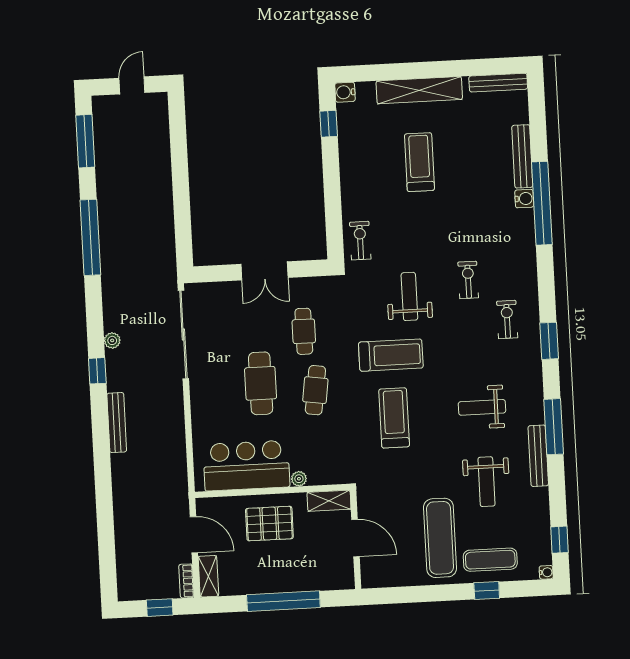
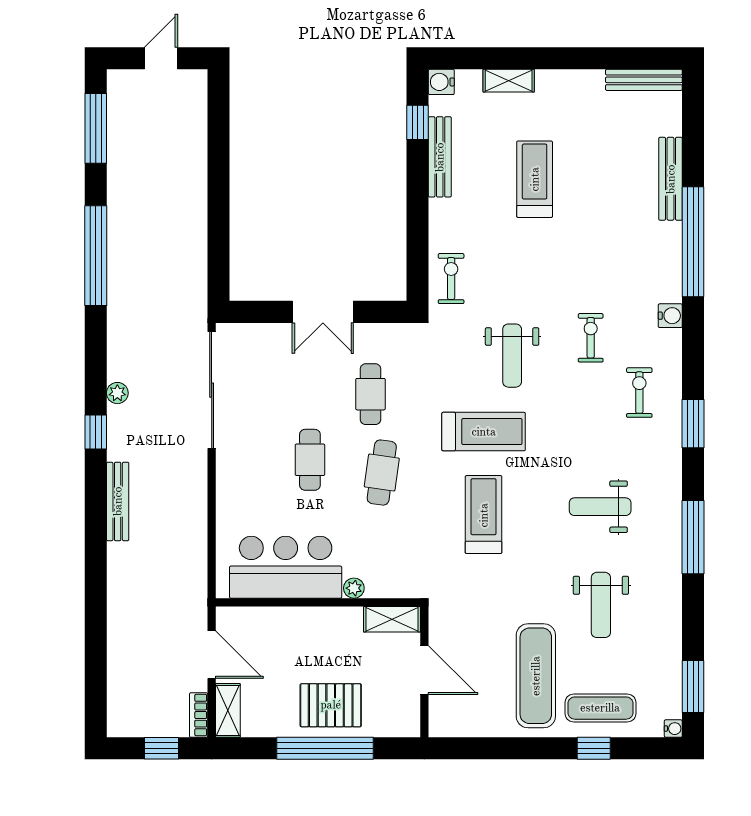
shelving: (419, 90) -> (509, 81), width x0.45, depth x0.75
water cooler: (524, 199) -> (670, 316), moved
weight bench: (409, 296) -> (512, 356), turned 180
cafe table: (261, 383) -> (310, 460), width x0.73, depth x0.74
bench: (538, 456) -> (440, 157), moved
pallet: (269, 524) -> (331, 705), moved
window: (559, 540) -> (693, 686), width x1.50

